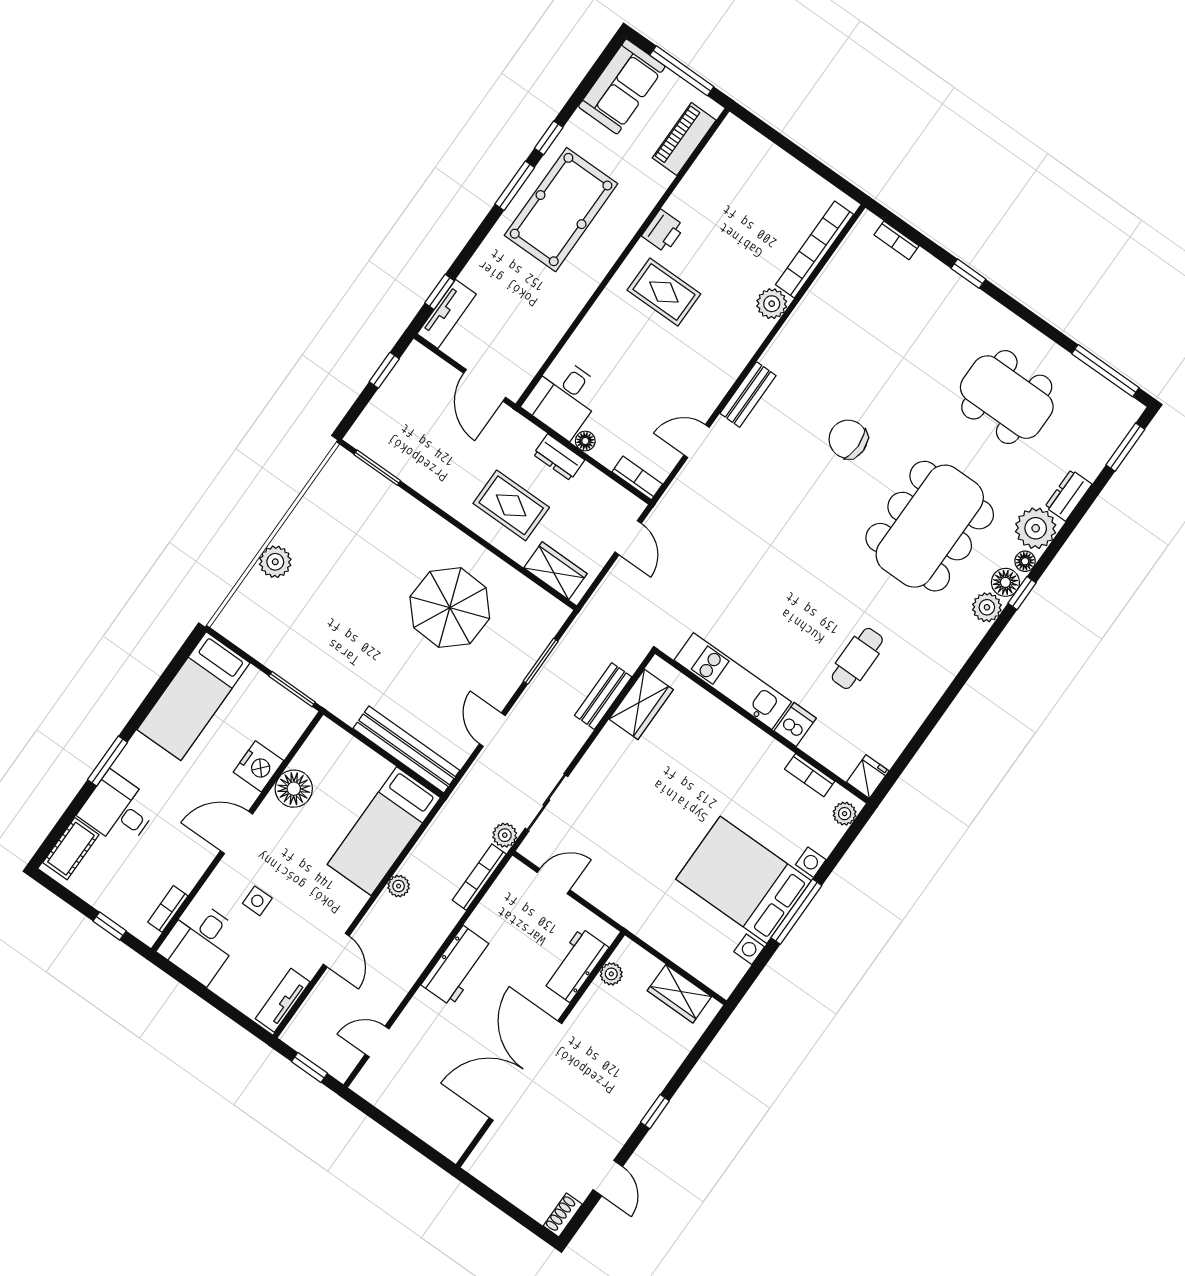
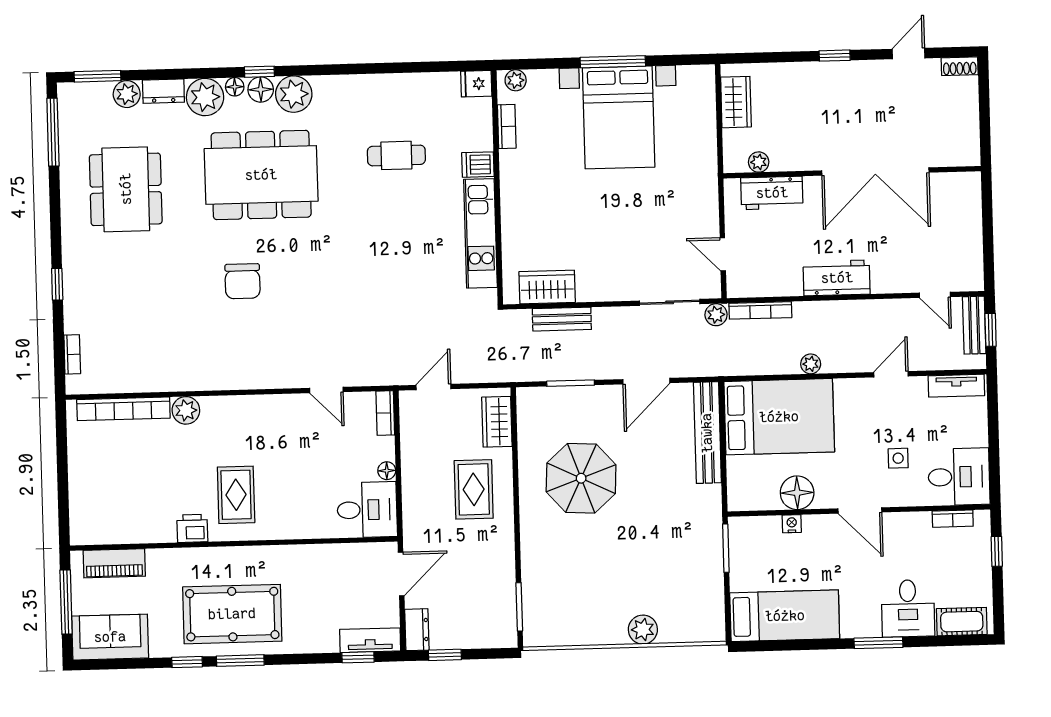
bench: (748, 394) -> (974, 325), moved, turned 90
dresser: (559, 457) -> (417, 630), moved
plant: (1090, 461) -> (127, 94), added
plant: (987, 607) -> (294, 94), width x1.36, depth x1.36
door: (492, 730) -> (646, 381), width x1.38
nightstand: (258, 766) -> (792, 524), width x0.53, depth x0.56
bed: (384, 831) -> (779, 417), width x1.50

